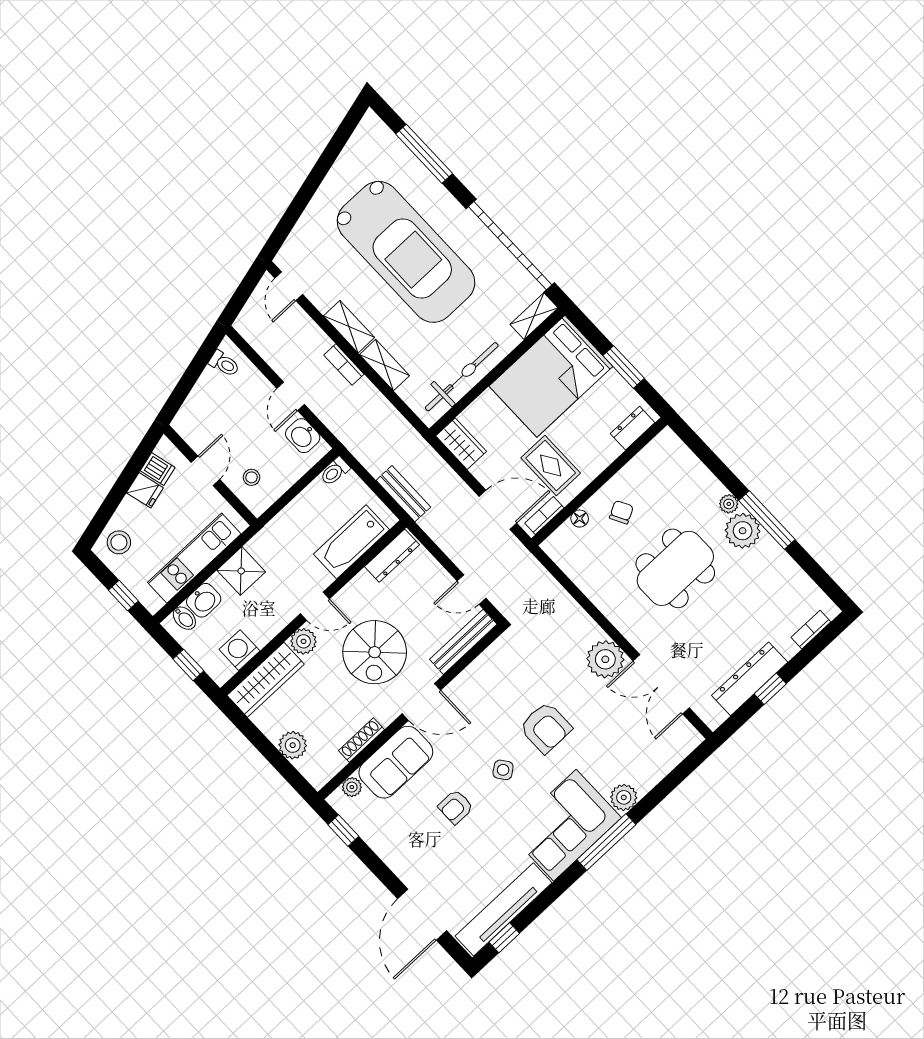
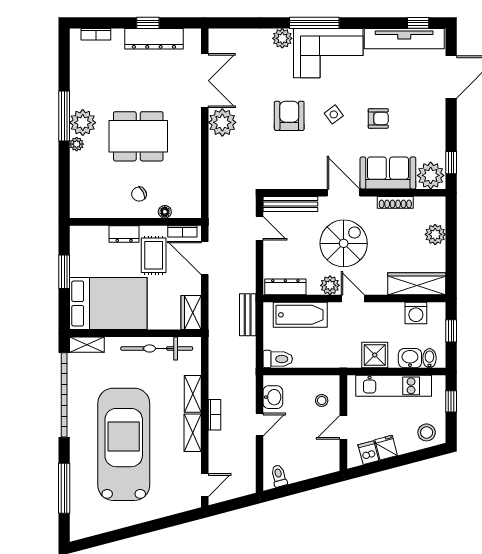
dresser: (633, 428) -> (124, 234), moved
toilet: (335, 472) -> (278, 359), width x1.37, depth x1.39
plant: (304, 641) -> (330, 285), moved
plant: (352, 787) -> (431, 175), width x1.88, depth x1.88

